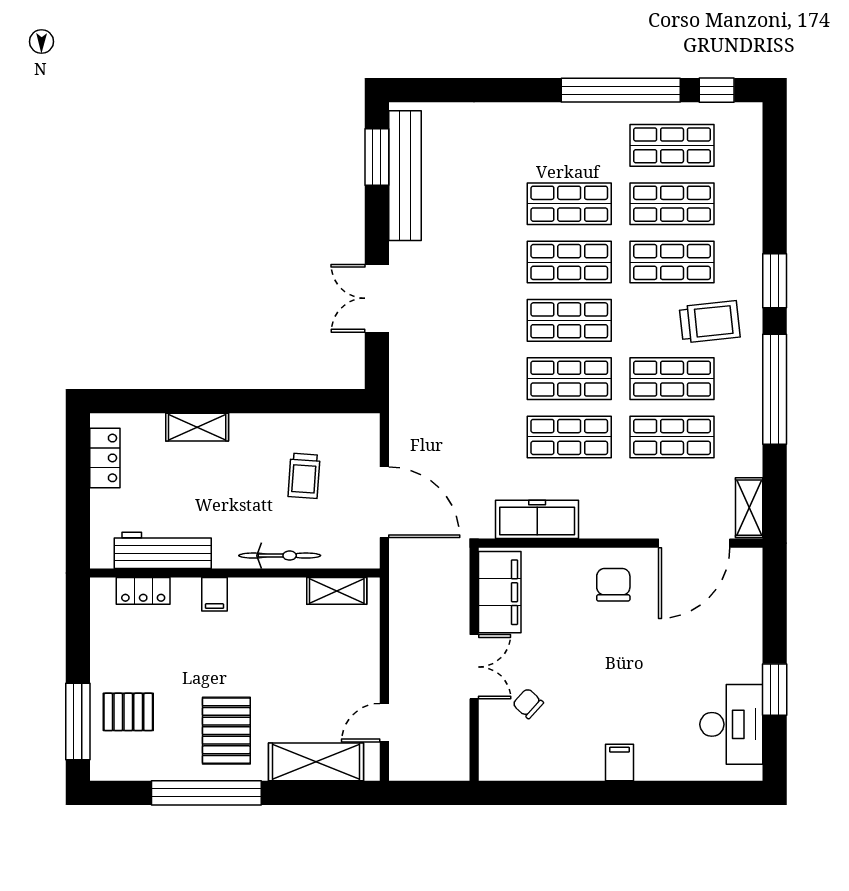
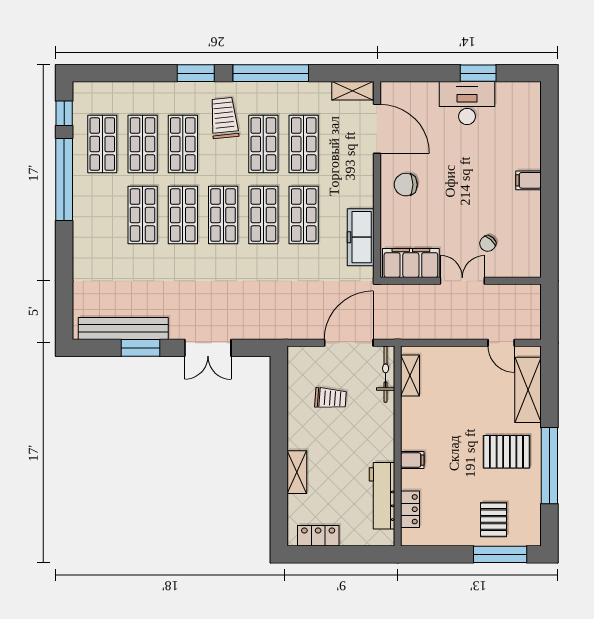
window: (377, 157) -> (141, 348), moved
bicycle: (280, 556) -> (386, 374), moved
desk: (731, 724) -> (467, 103), moved

